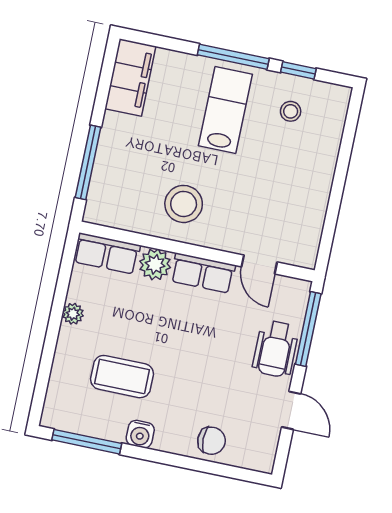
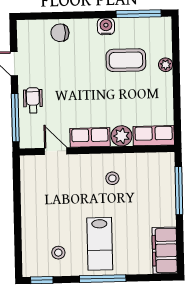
window: (298, 70) -> (42, 280), moved
stool: (184, 204) -> (112, 178), width x0.53, depth x0.53
plant: (73, 314) -> (166, 65), moved
wheelchair: (276, 349) -> (33, 100), width x0.73, depth x0.73

